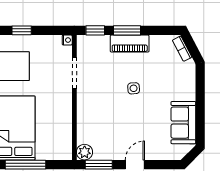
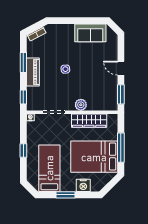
window: (127, 30) -> (23, 62), moved
wardrobe: (63, 121) -> (89, 121), added
plant: (85, 152) -> (81, 105), moved

